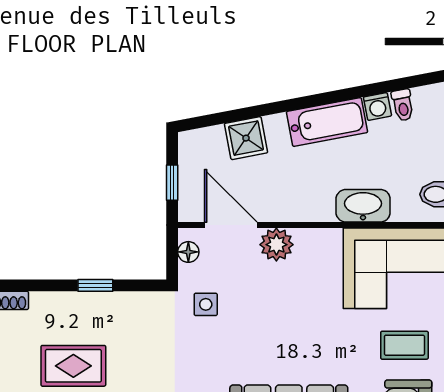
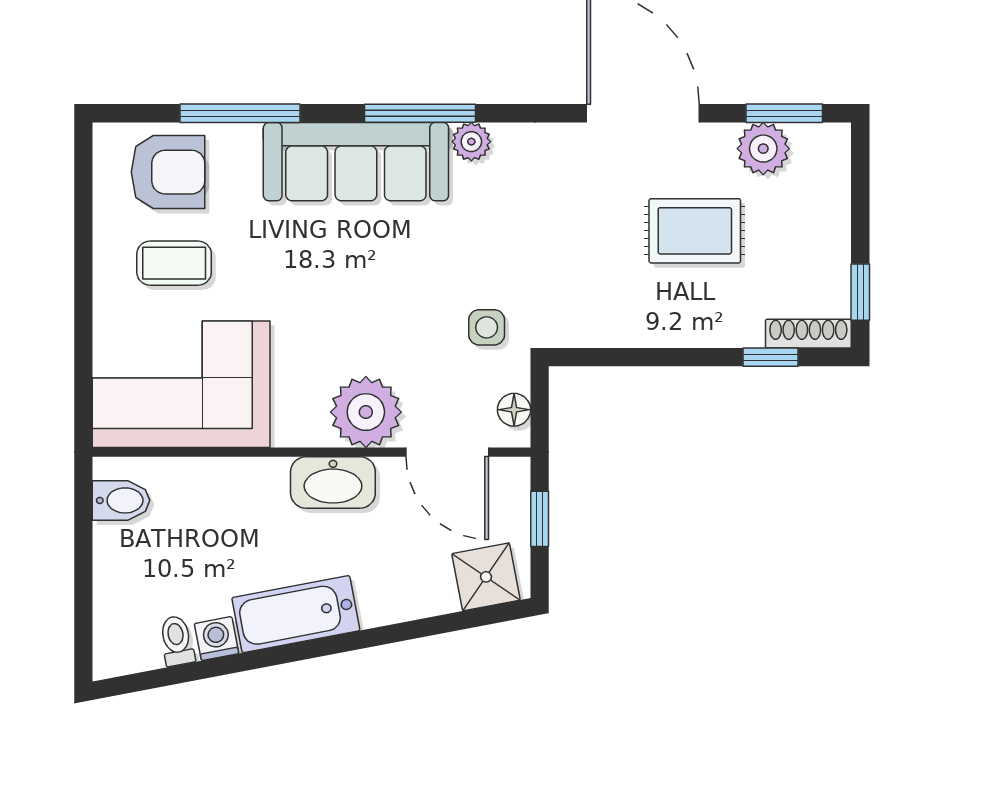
shower: (246, 138) -> (486, 577), moved
washbasin: (363, 206) -> (333, 482), moved
plant: (276, 245) -> (366, 412), width x1.36, depth x1.36
window: (95, 285) -> (771, 357), moved

